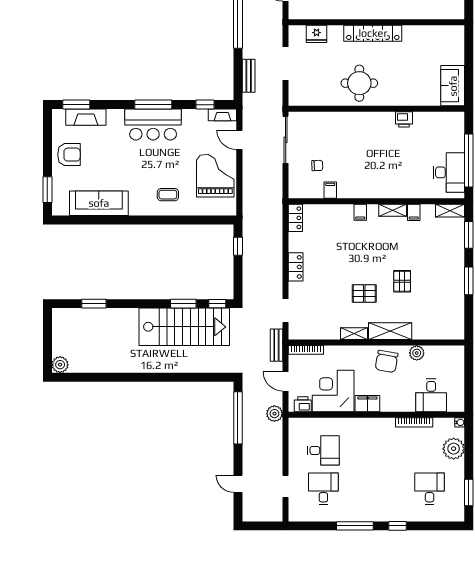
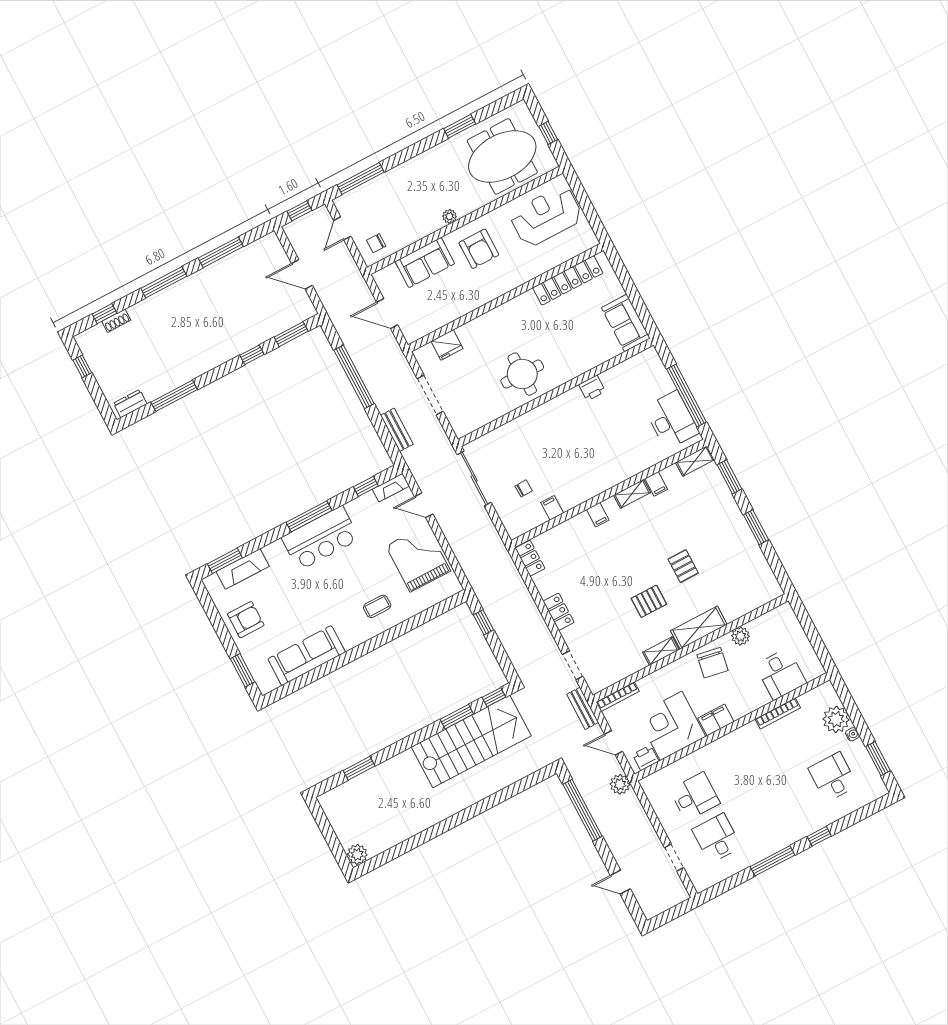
locker: (373, 33) -> (568, 280), moved
water cooler: (460, 422) -> (852, 734), moved

